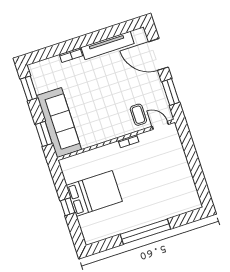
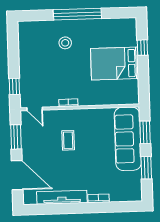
window: (29, 88) -> (146, 168), moved
coffee table: (138, 115) -> (68, 140), moved
window: (187, 142) -> (14, 86), added
stool: (149, 200) -> (65, 43), added
window: (68, 207) -> (142, 48), moved

